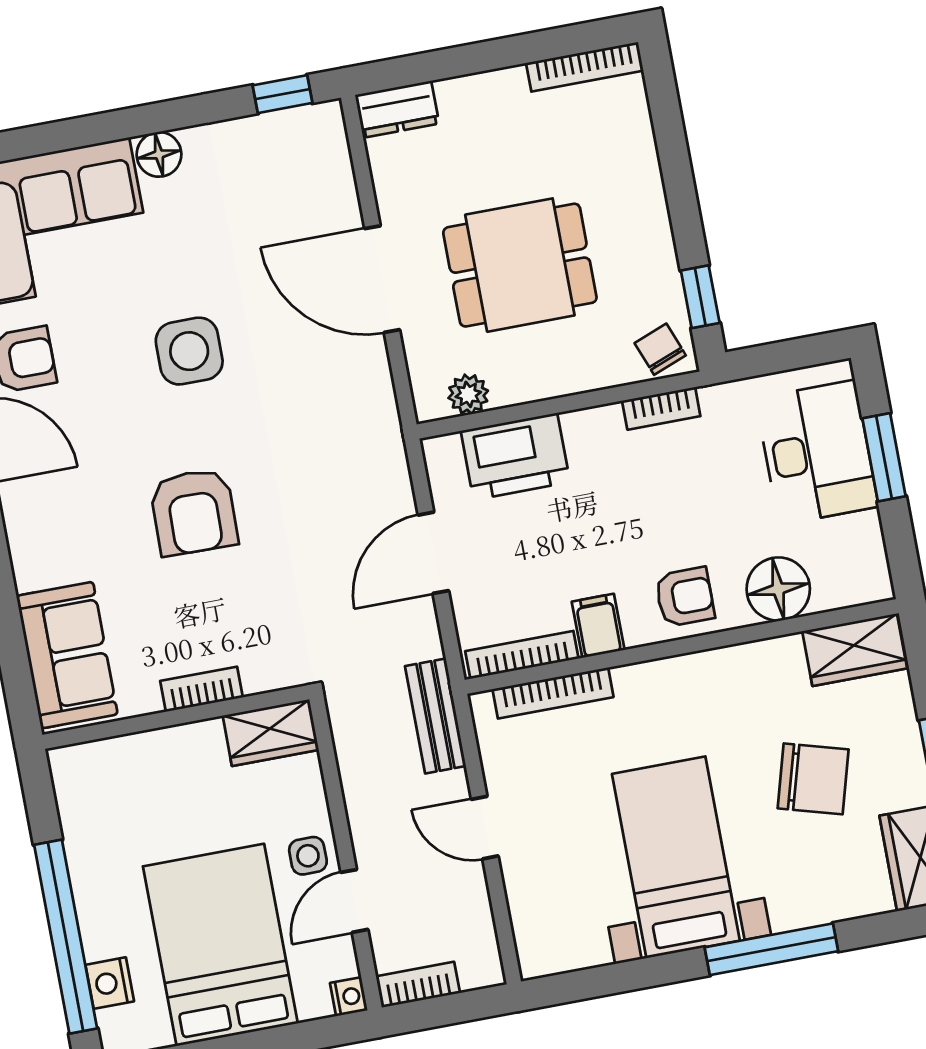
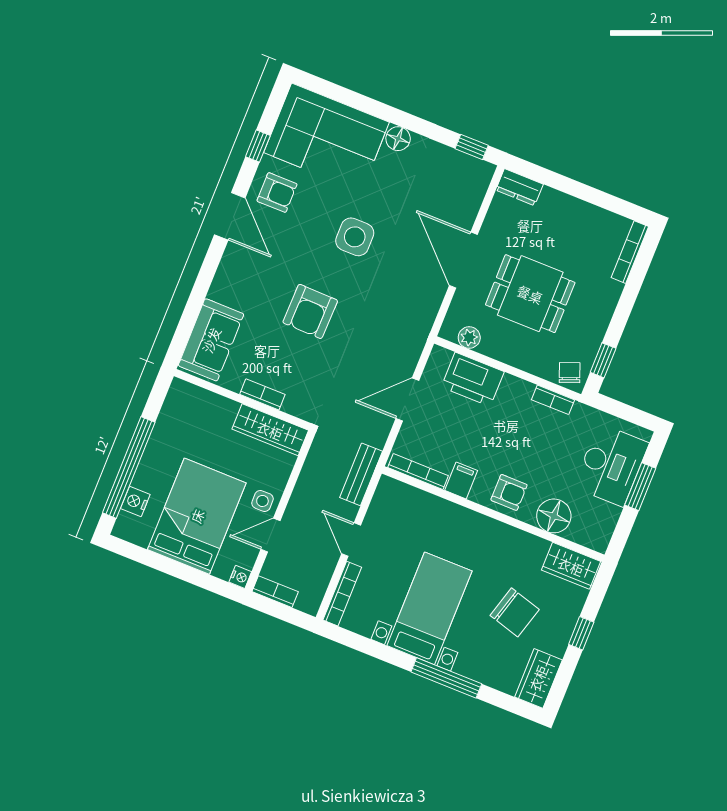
bookcase: (585, 67) -> (630, 252), moved, turned 90
bookcase: (553, 693) -> (342, 594), moved, turned -90
wardrobe: (271, 733) -> (270, 430), width x1.50

